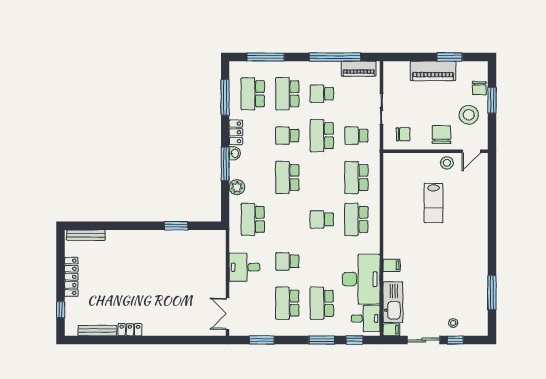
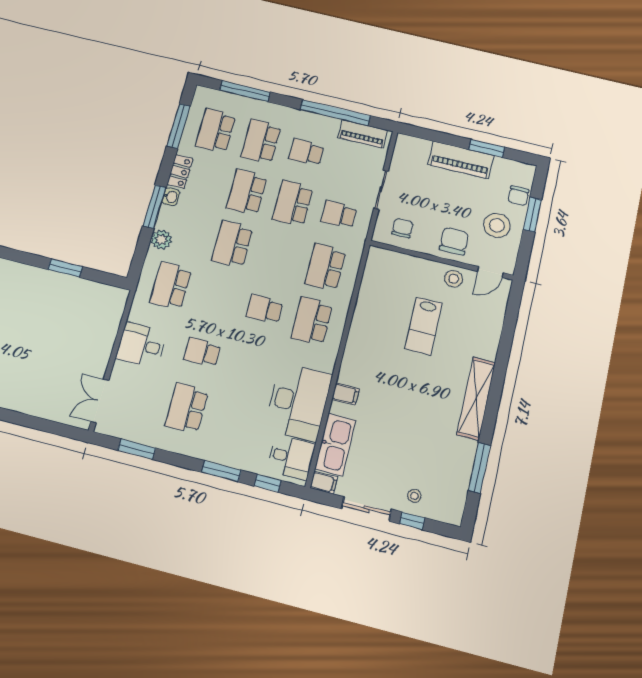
chair: (403, 134) -> (402, 228), turned -90
school desk: (287, 136) -> (247, 192), width x1.85
shelving: (480, 245) -> (476, 398), added
school desk: (322, 303) -> (235, 420), removed

